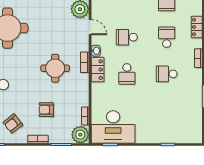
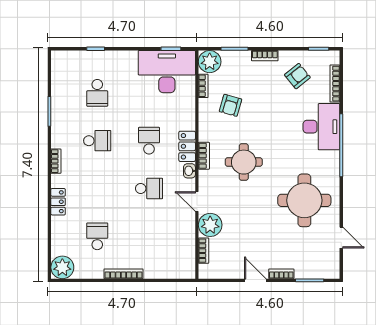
school desk: (167, 37) -> (97, 93), moved
round table: (55, 68) -> (244, 162), moved
armchair: (46, 110) -> (231, 105), moved, turned 106

